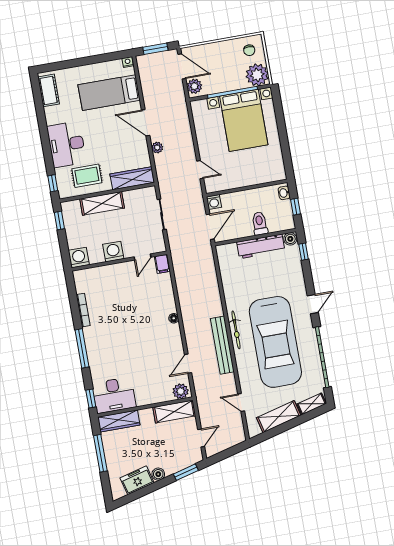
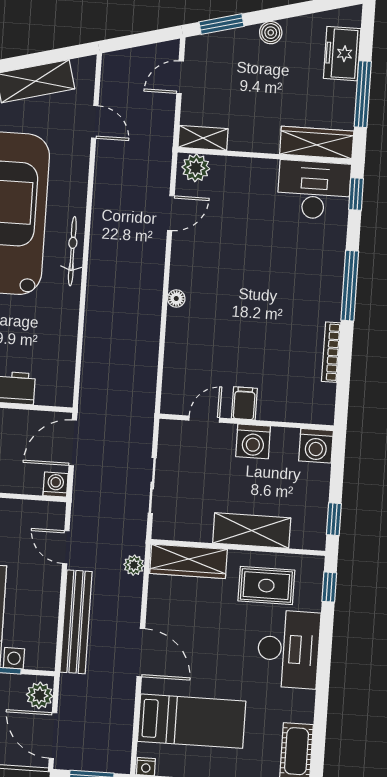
plant: (157, 148) -> (134, 565), moved
filing cabinet: (162, 264) -> (244, 403), moved
bench: (222, 345) -> (76, 622), moved
shelving: (174, 412) -> (203, 138), width x0.67, depth x0.75
freezer: (137, 480) -> (342, 54), moved, turned 105

